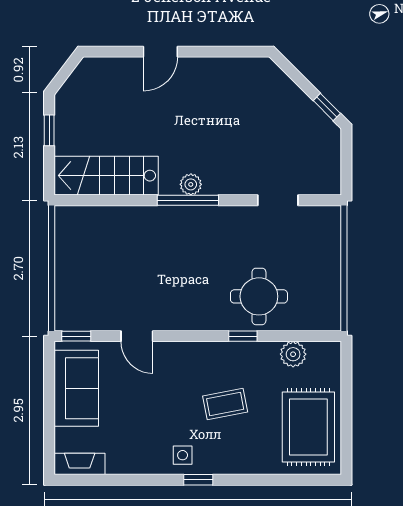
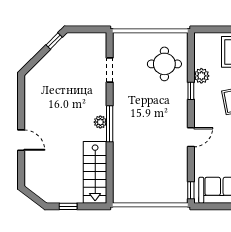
round table: (259, 296) -> (164, 64), moved
door: (137, 336) -> (191, 137), moved
plant: (293, 354) -> (201, 76), moved

